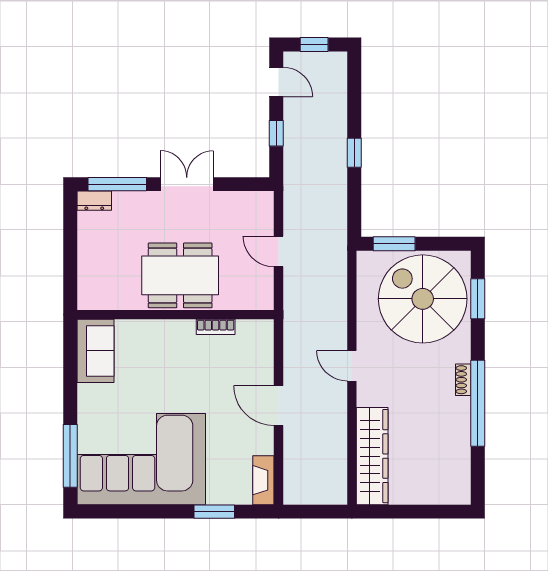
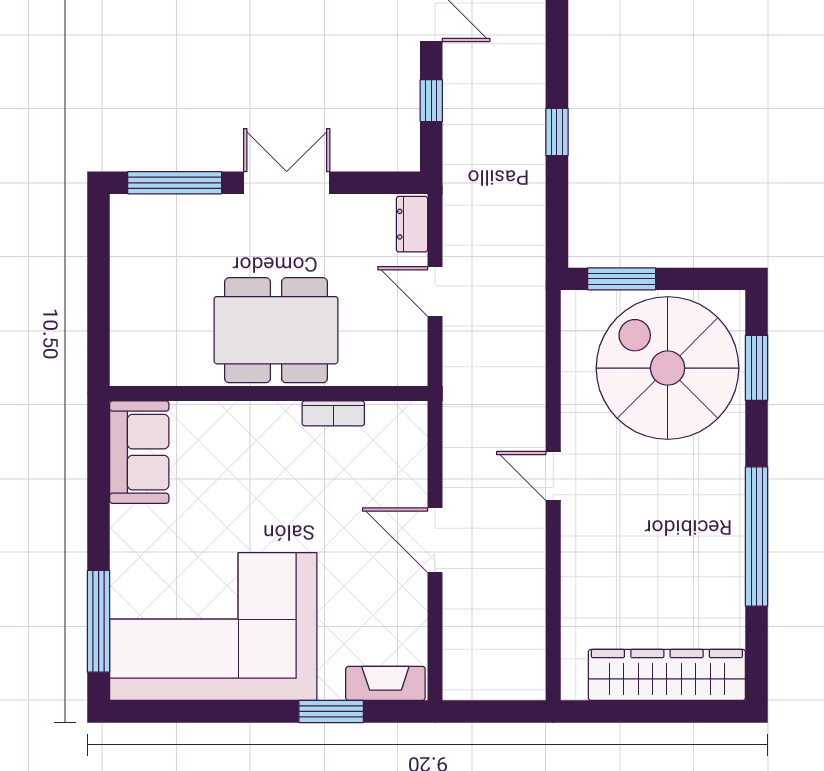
dresser: (94, 201) -> (412, 224), moved, turned 90
shoe rack: (463, 380) -> (733, 499), removed
wardrobe: (372, 456) -> (667, 675), moved, turned -90
fireplace: (263, 480) -> (385, 683), moved, turned 90

